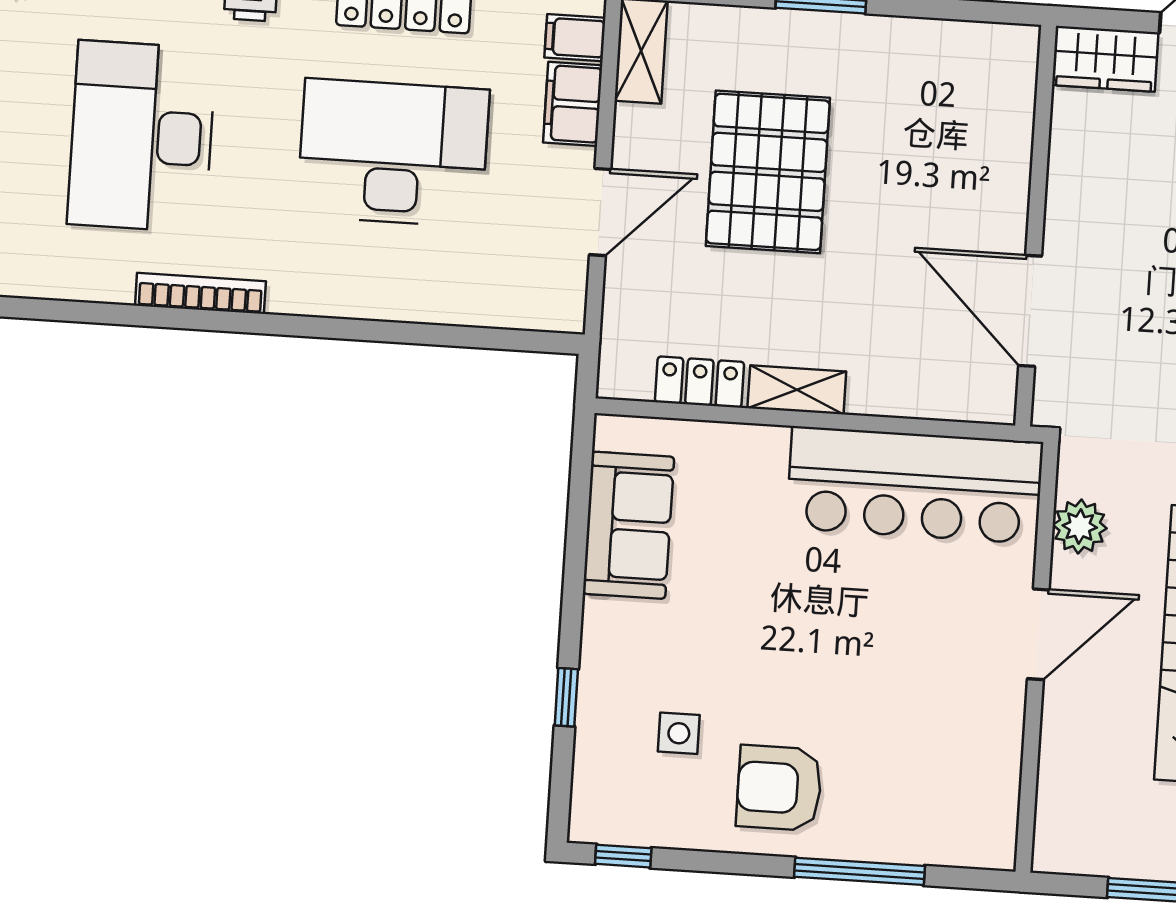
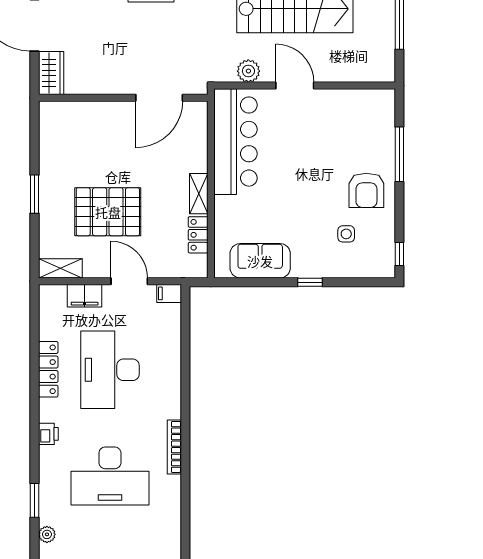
filing cabinet: (575, 38) -> (169, 293), moved, turned 90
window: (566, 697) -> (310, 282), moved

